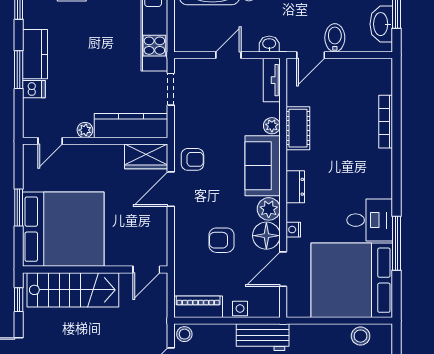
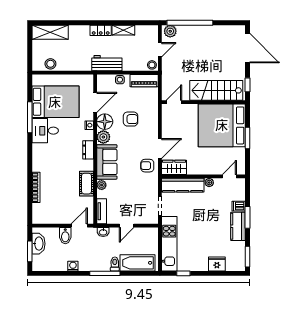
bed: (352, 280) -> (55, 102), width x0.73

